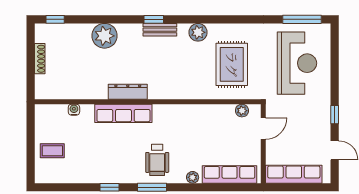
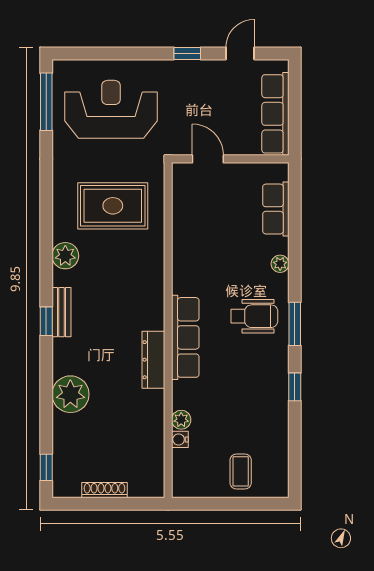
plant: (242, 111) -> (181, 420), moved
row of seats: (123, 113) -> (185, 337), moved
row of seats: (230, 174) -> (276, 209), width x0.68

